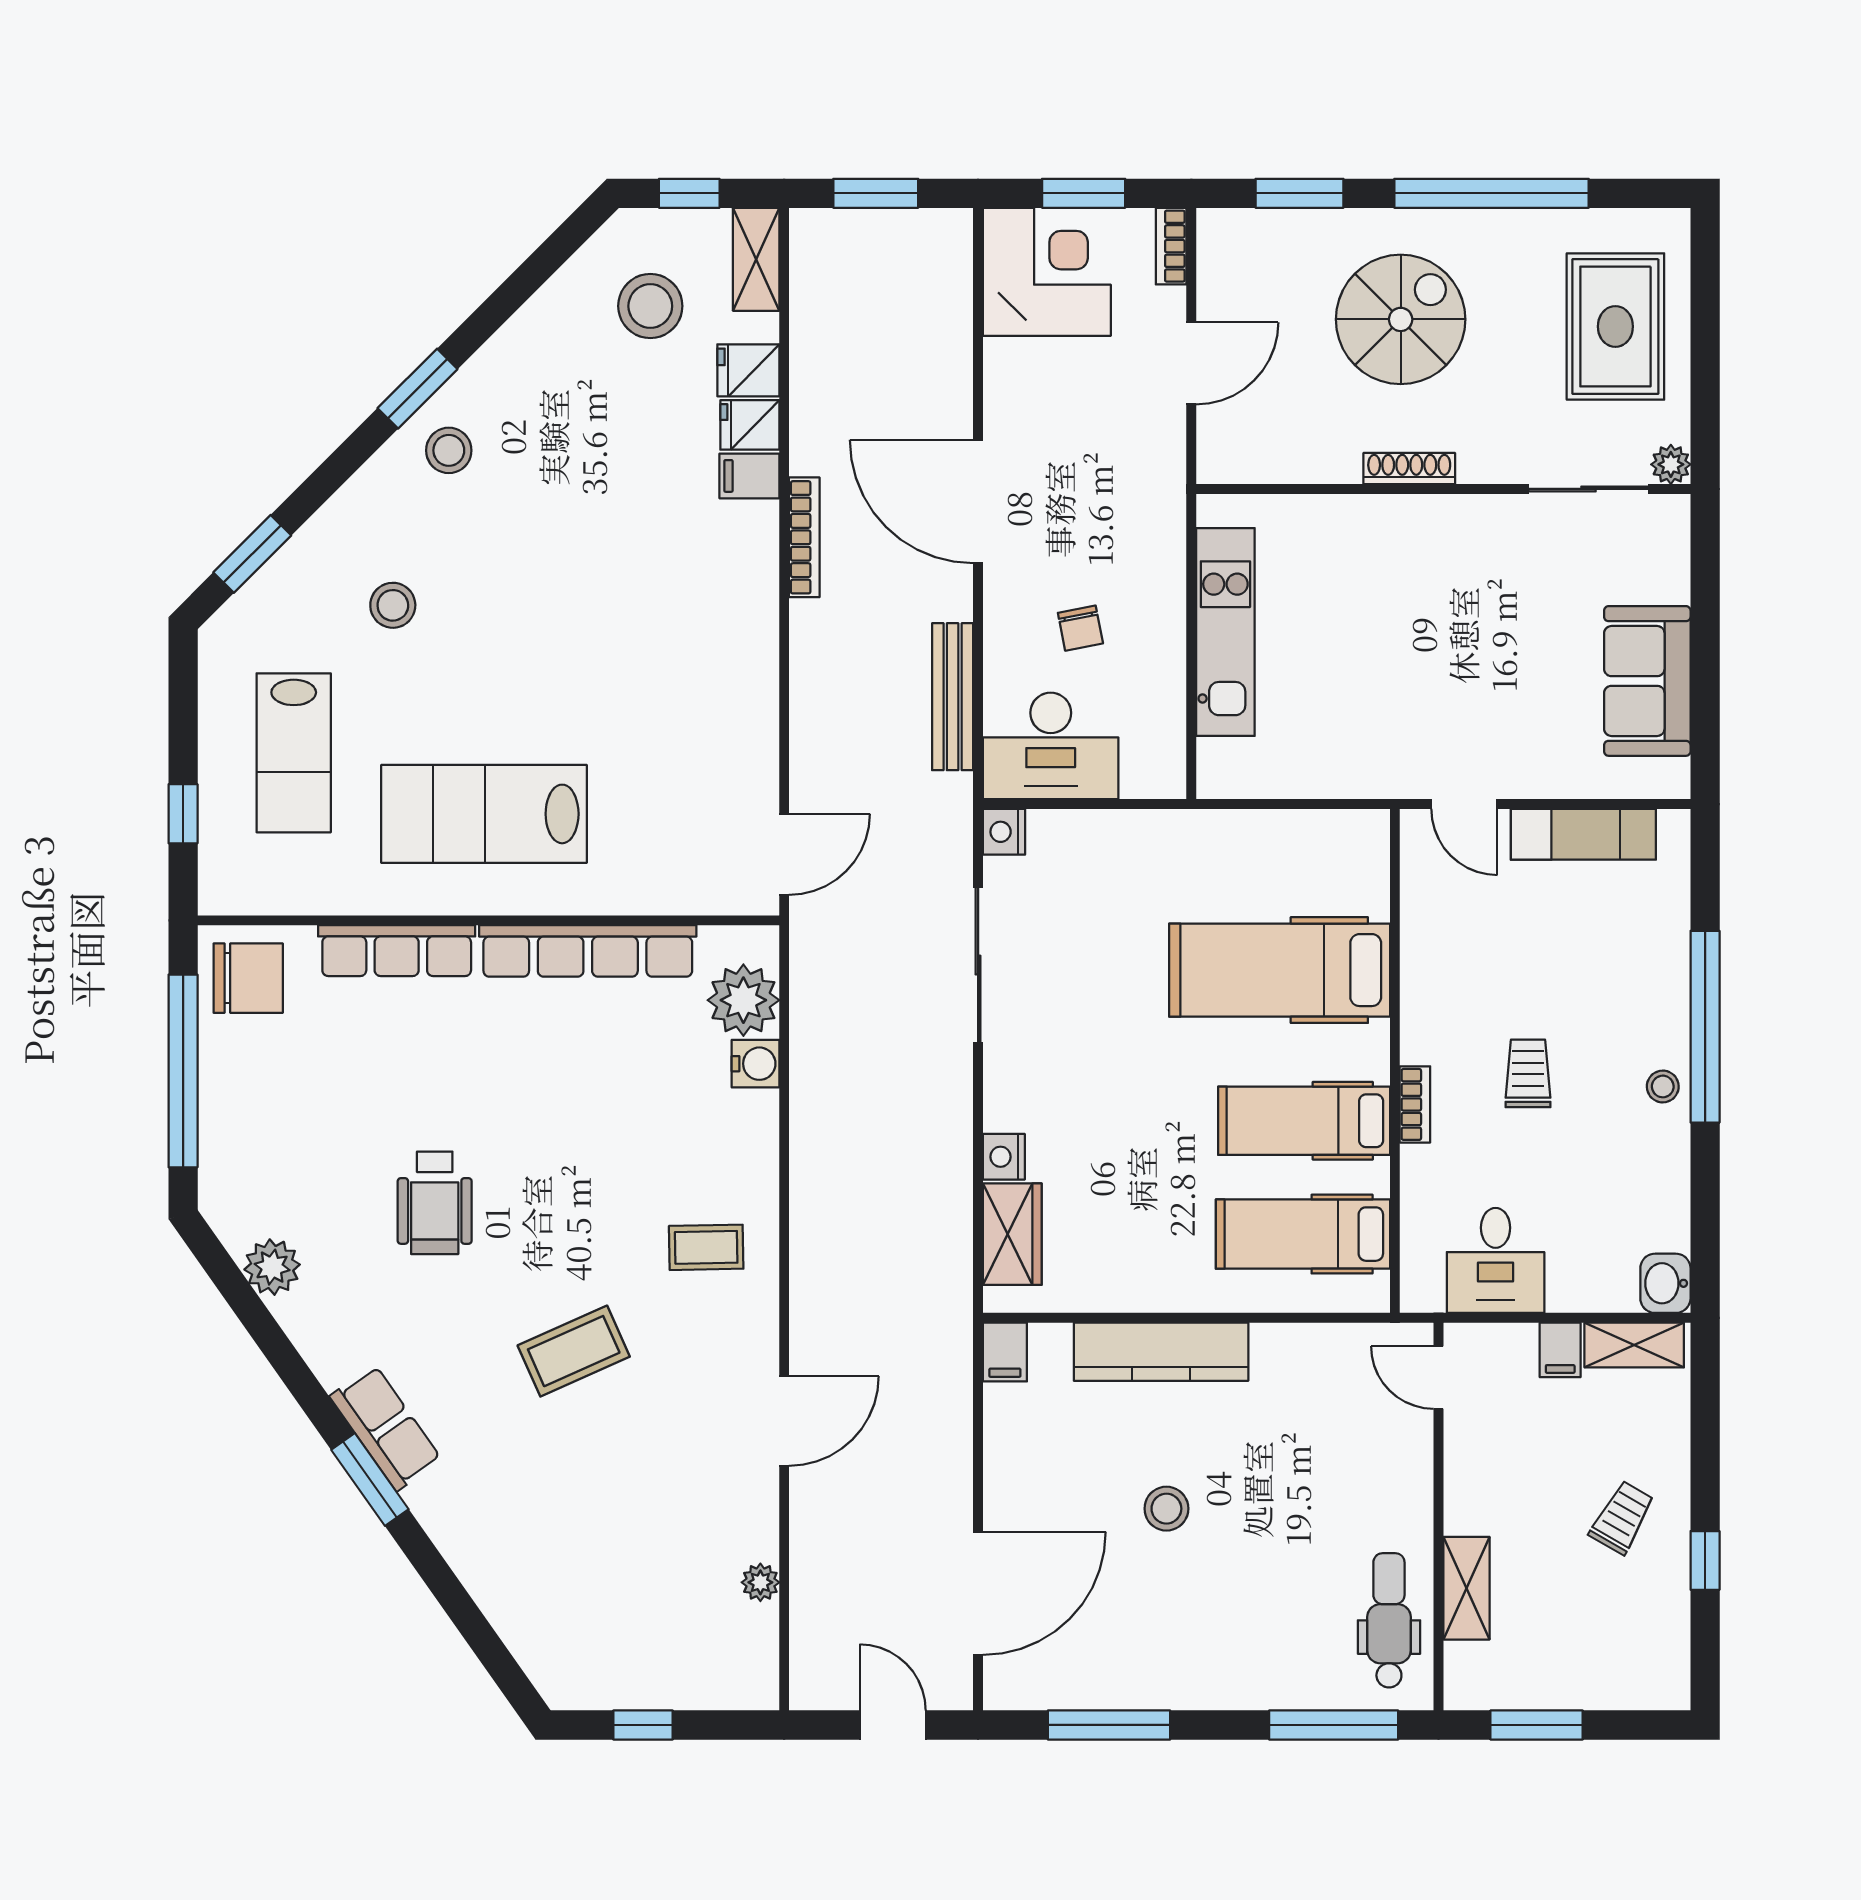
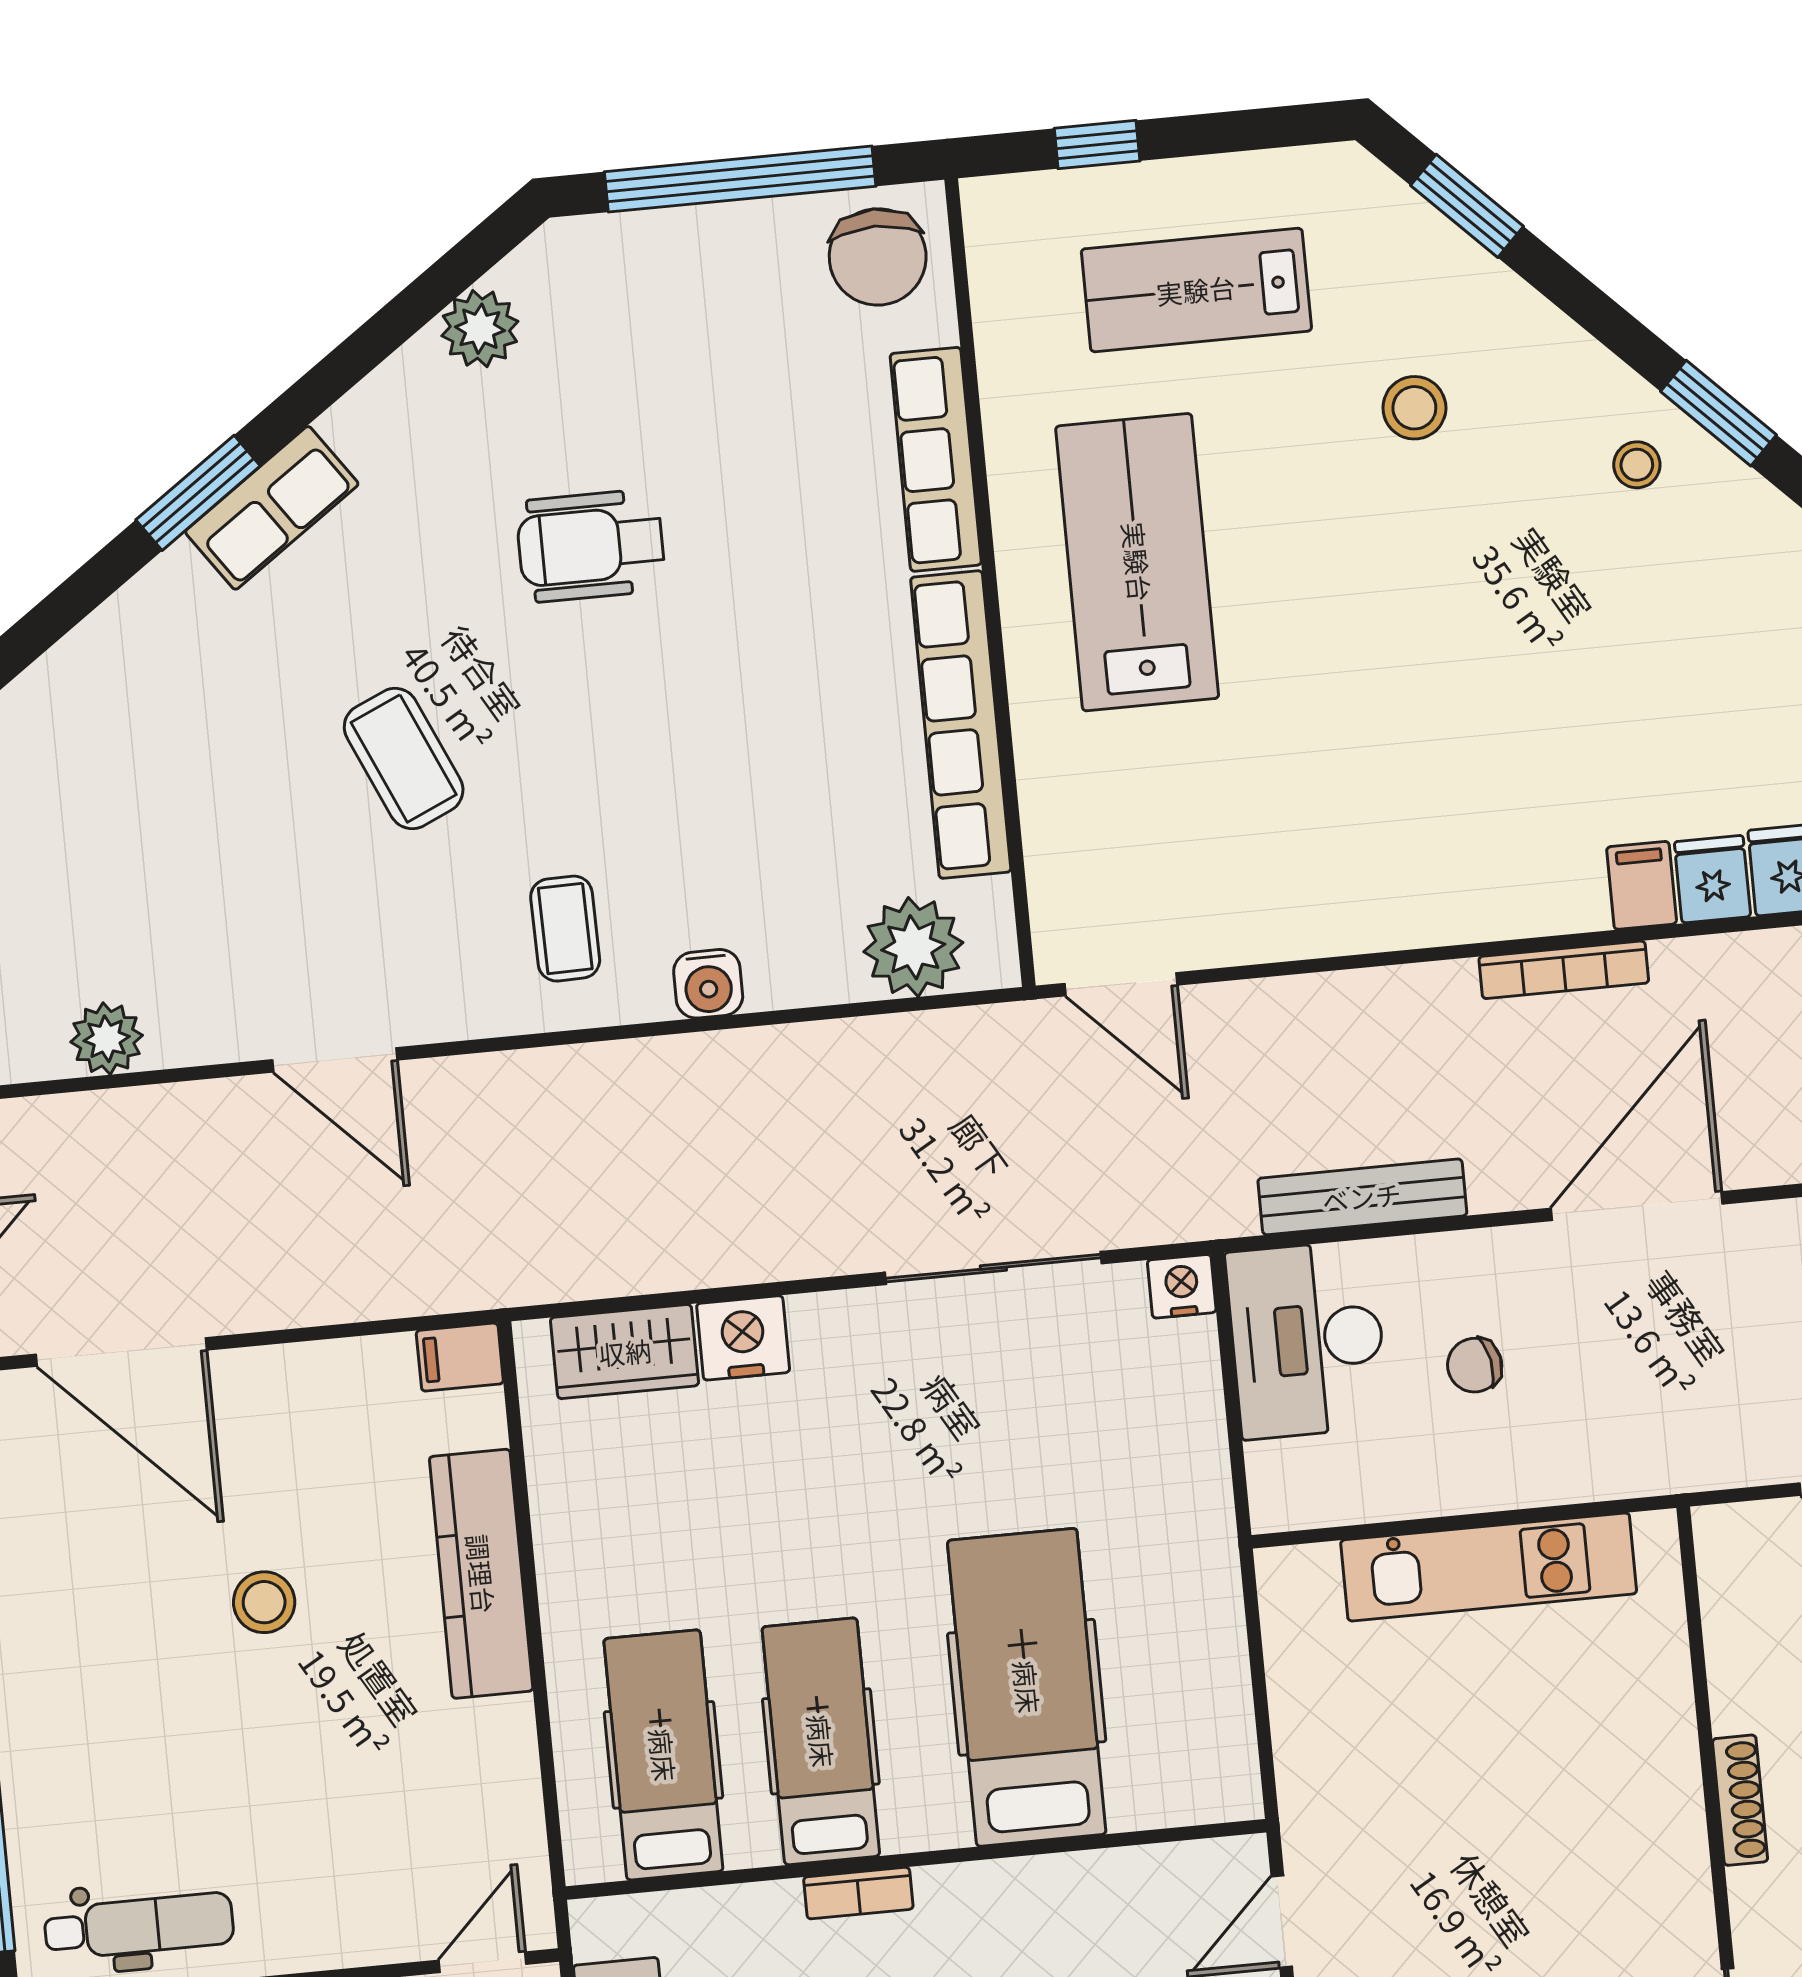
stool: (449, 450) -> (1637, 465), width x0.73, depth x0.73
water cooler: (755, 1064) -> (708, 984), moved
nightstand: (1004, 1157) -> (743, 1338), width x1.36, depth x1.33
plant: (760, 1582) -> (107, 1039), width x1.38, depth x1.38

